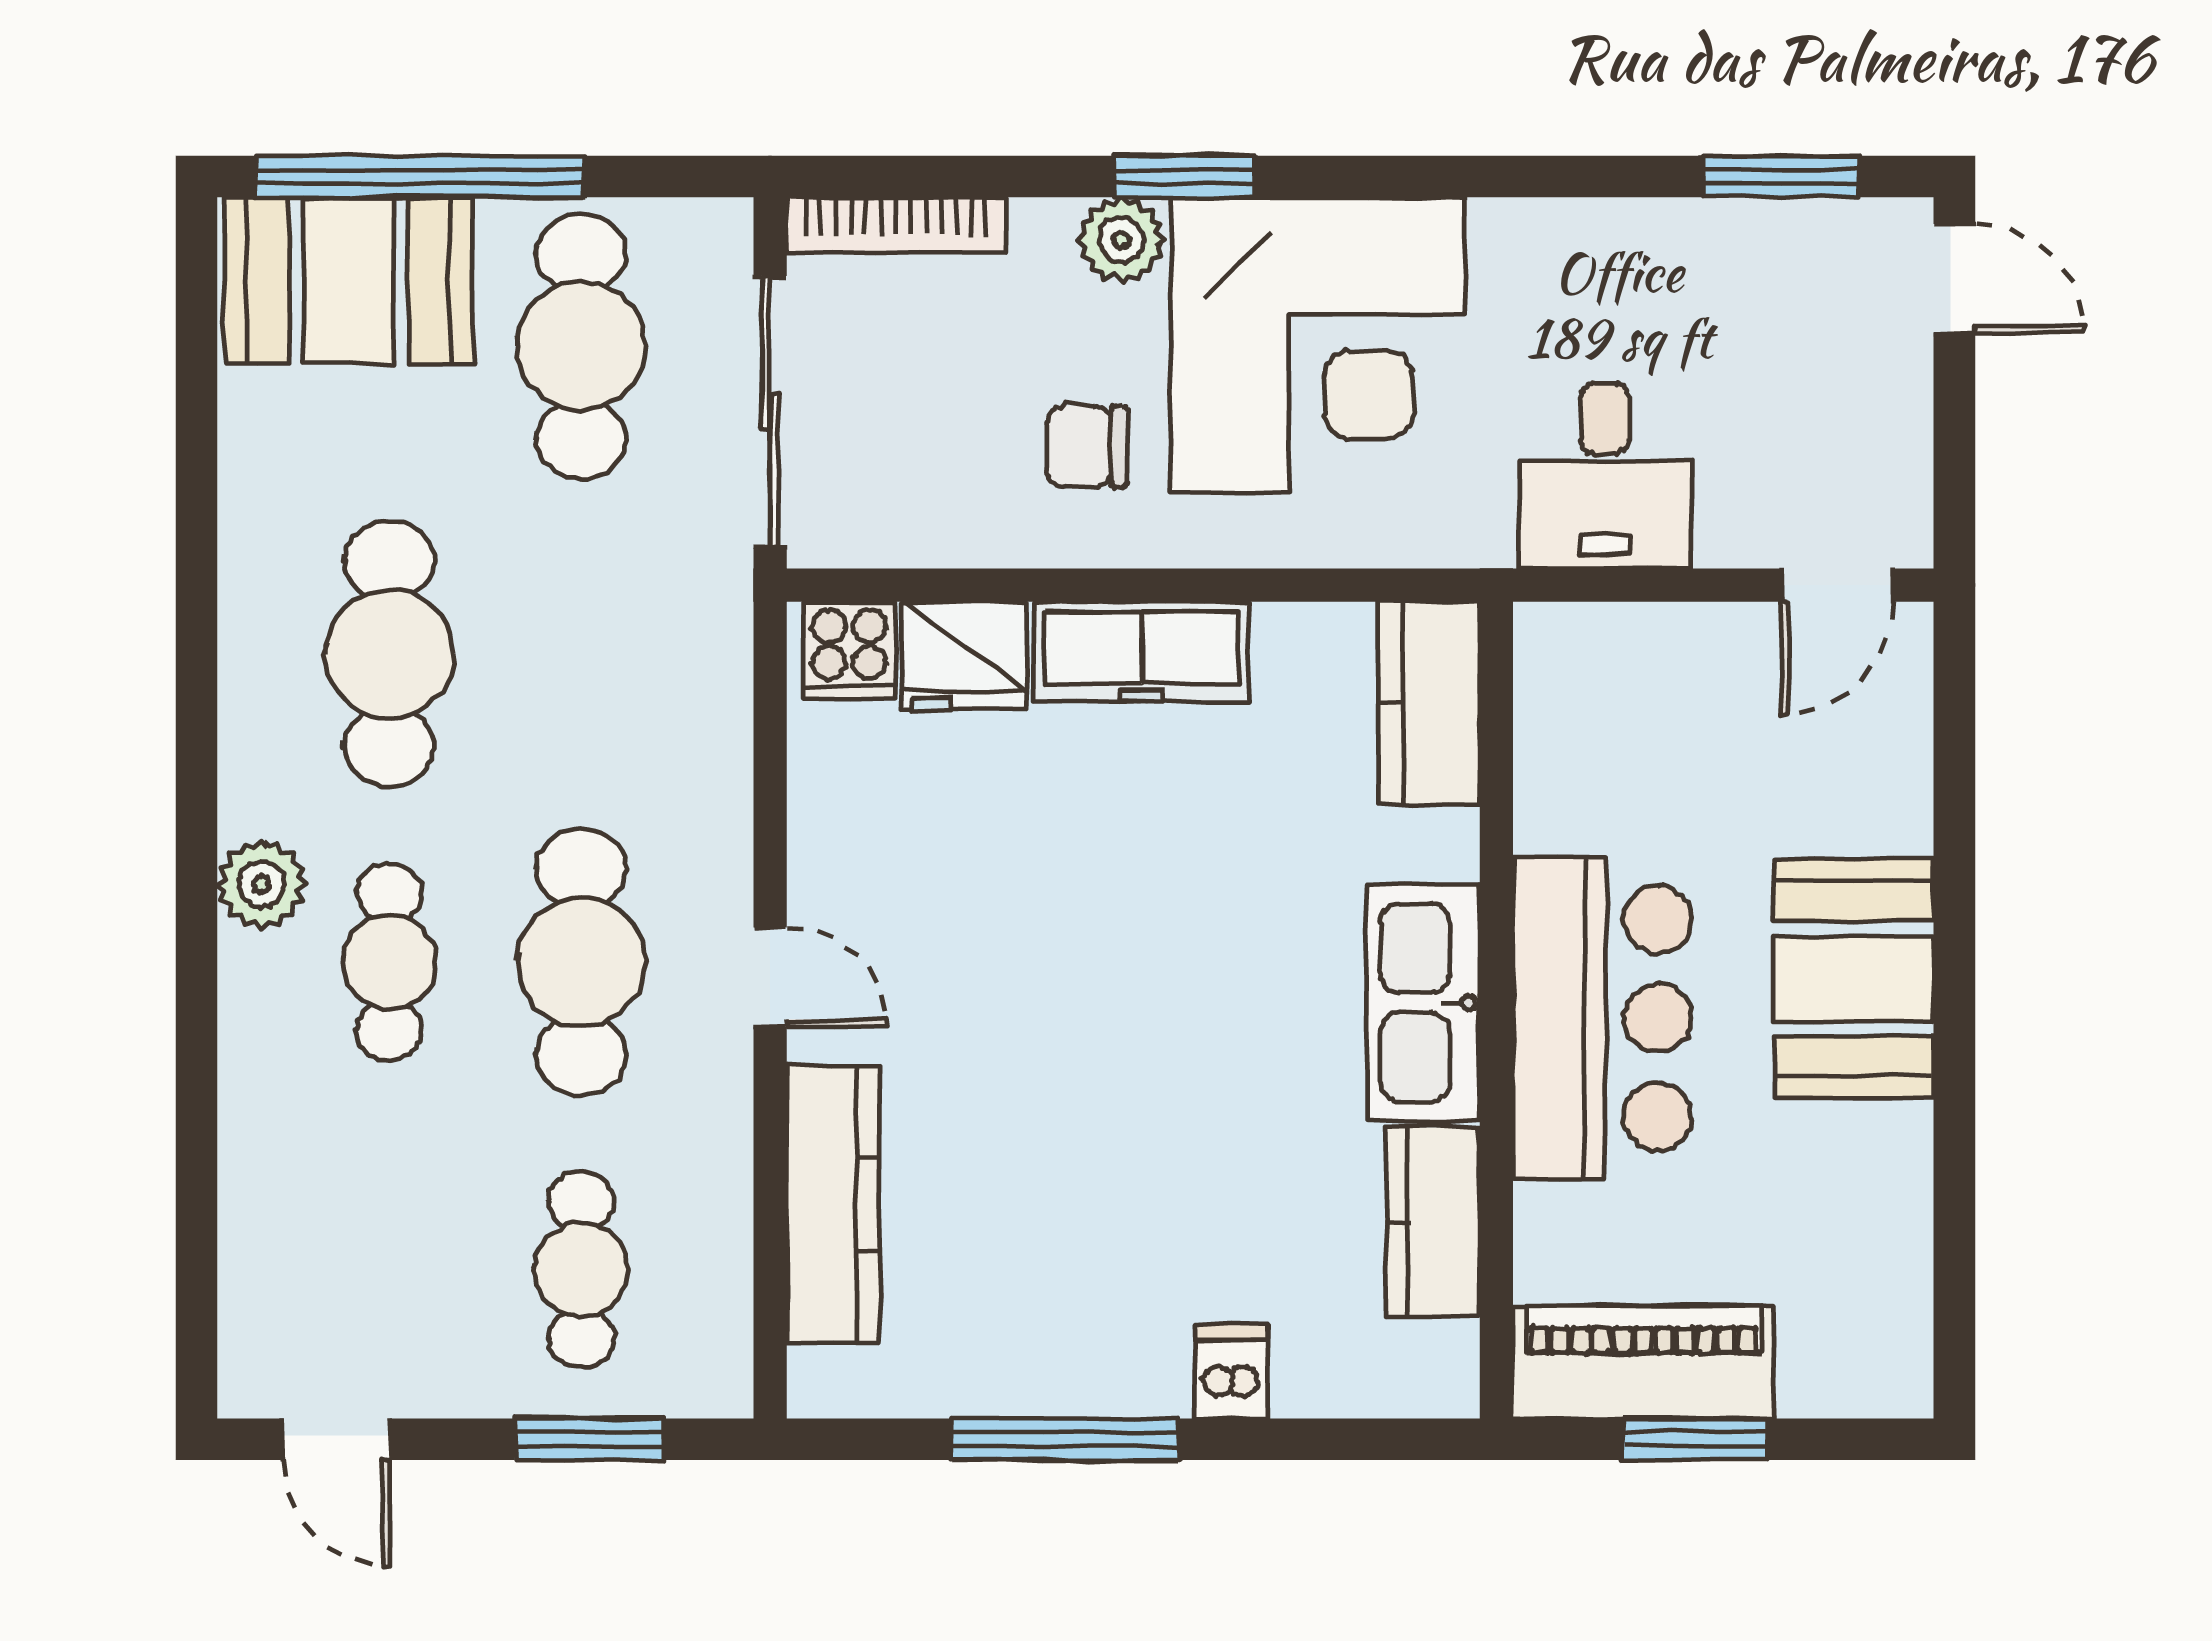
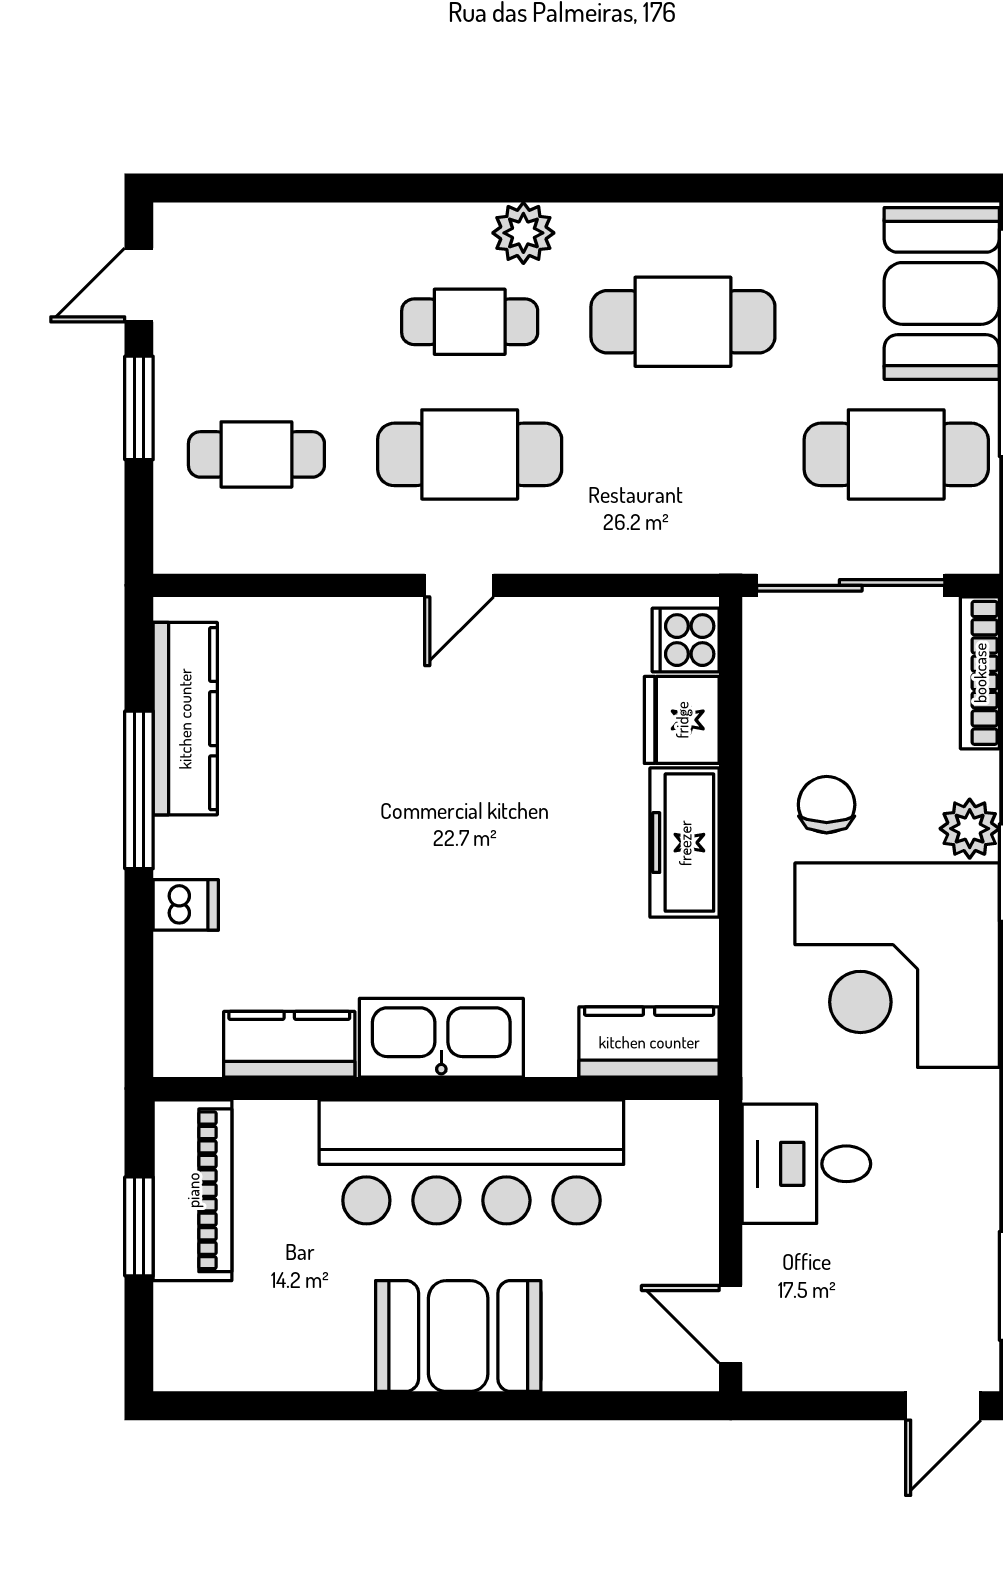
bar counter: (1602, 1018) -> (471, 1162), width x1.36
kitchen counter: (833, 1205) -> (185, 719), moved, turned -90
window: (590, 1439) -> (139, 408), moved

